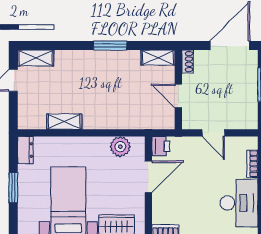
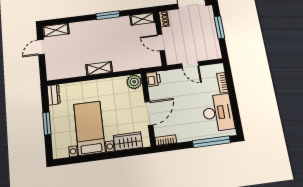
shelving: (64, 122) -> (99, 68), moved
plant: (120, 147) -> (134, 82), moved
door: (148, 177) -> (149, 113), moved

